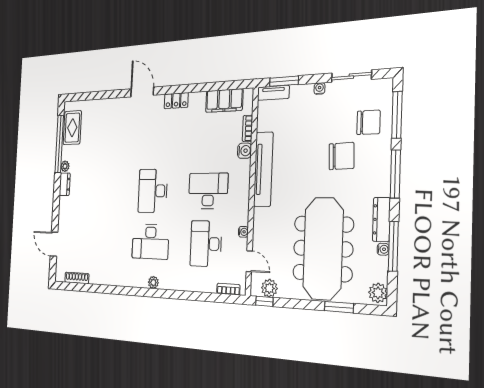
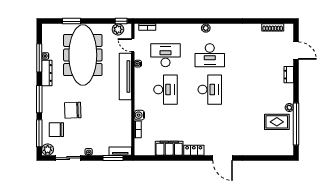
filing cabinet: (224, 101) -> (169, 148), moved
rug: (72, 128) -> (277, 122), moved, turned 90
tv unit: (263, 169) -> (125, 76), moved
dresser: (65, 184) -> (289, 75), moved
desk: (208, 191) -> (165, 90), turned -90
desk: (150, 242) -> (210, 55), turned 180
desk: (206, 244) -> (165, 55), turned -90
plant: (378, 293) -> (48, 150), moved

